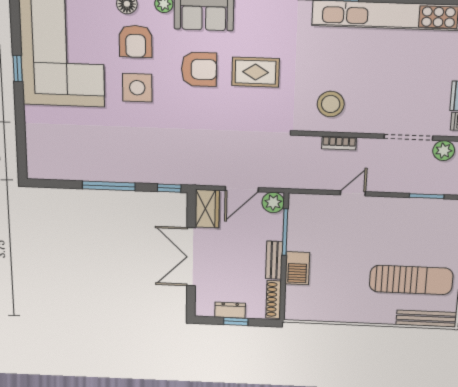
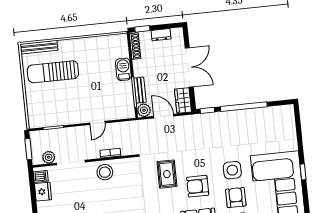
rug: (256, 72) -> (167, 174), moved, turned 90
stool: (331, 104) -> (105, 172), moved
window: (109, 186) -> (244, 107), width x1.46
door: (242, 189) -> (164, 116), hinge flipped
bench: (274, 260) -> (140, 90), moved
window: (236, 322) -> (142, 29), moved

